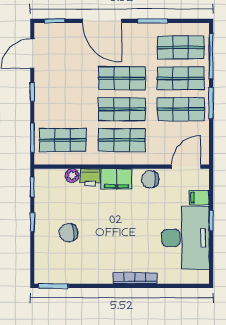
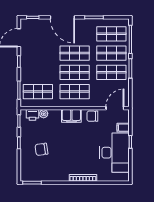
printer: (90, 177) -> (32, 115), moved

